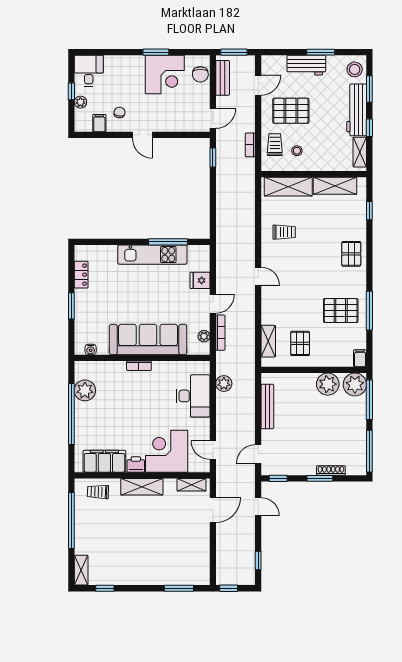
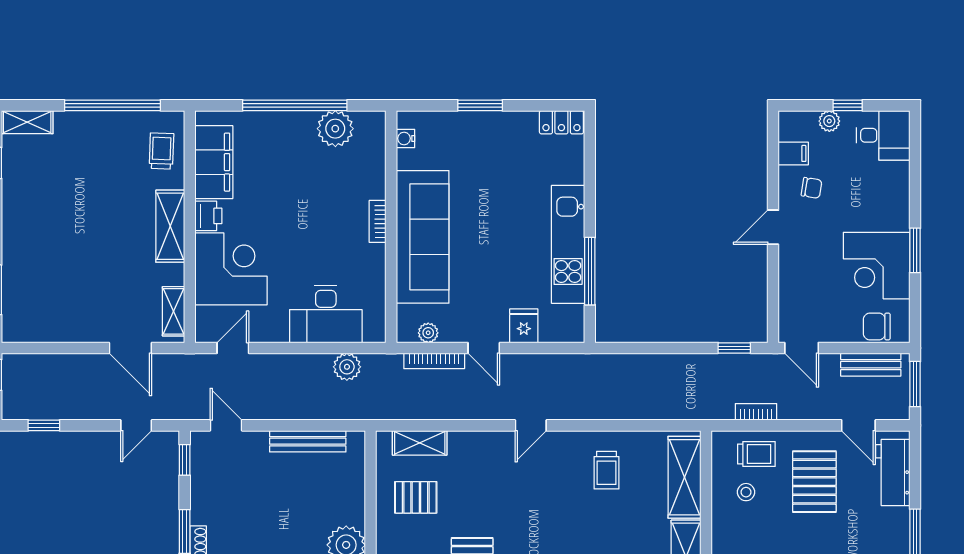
workbench: (306, 65) -> (893, 472), moved
locker: (81, 275) -> (561, 122), moved

